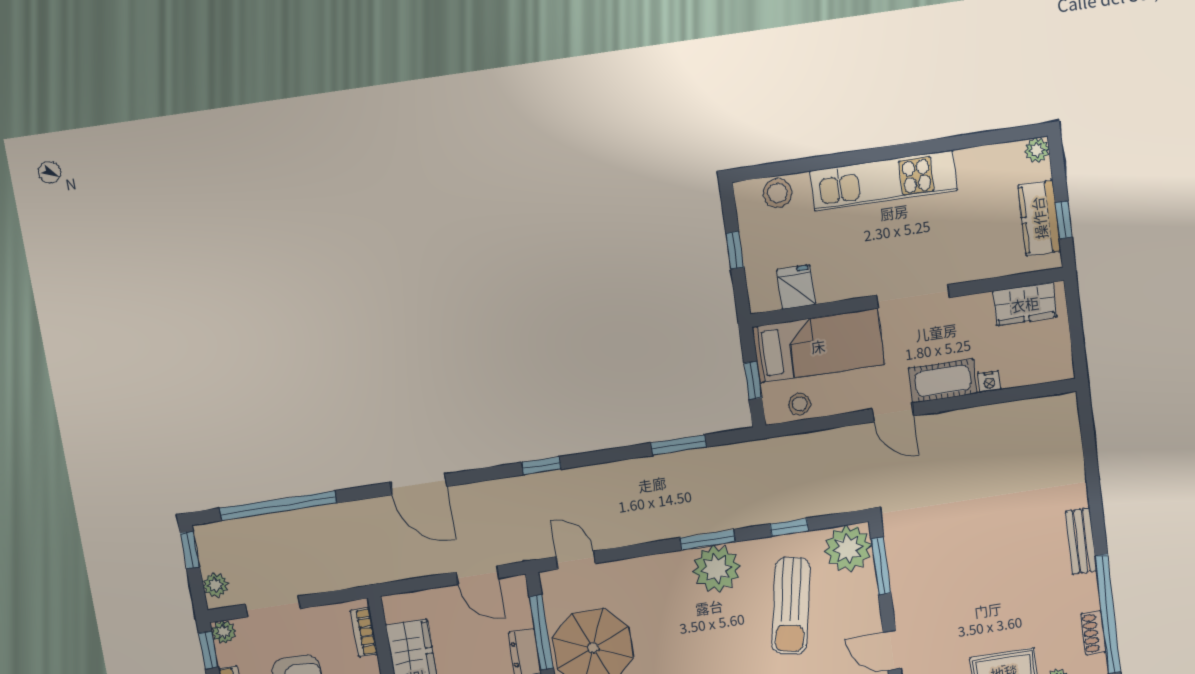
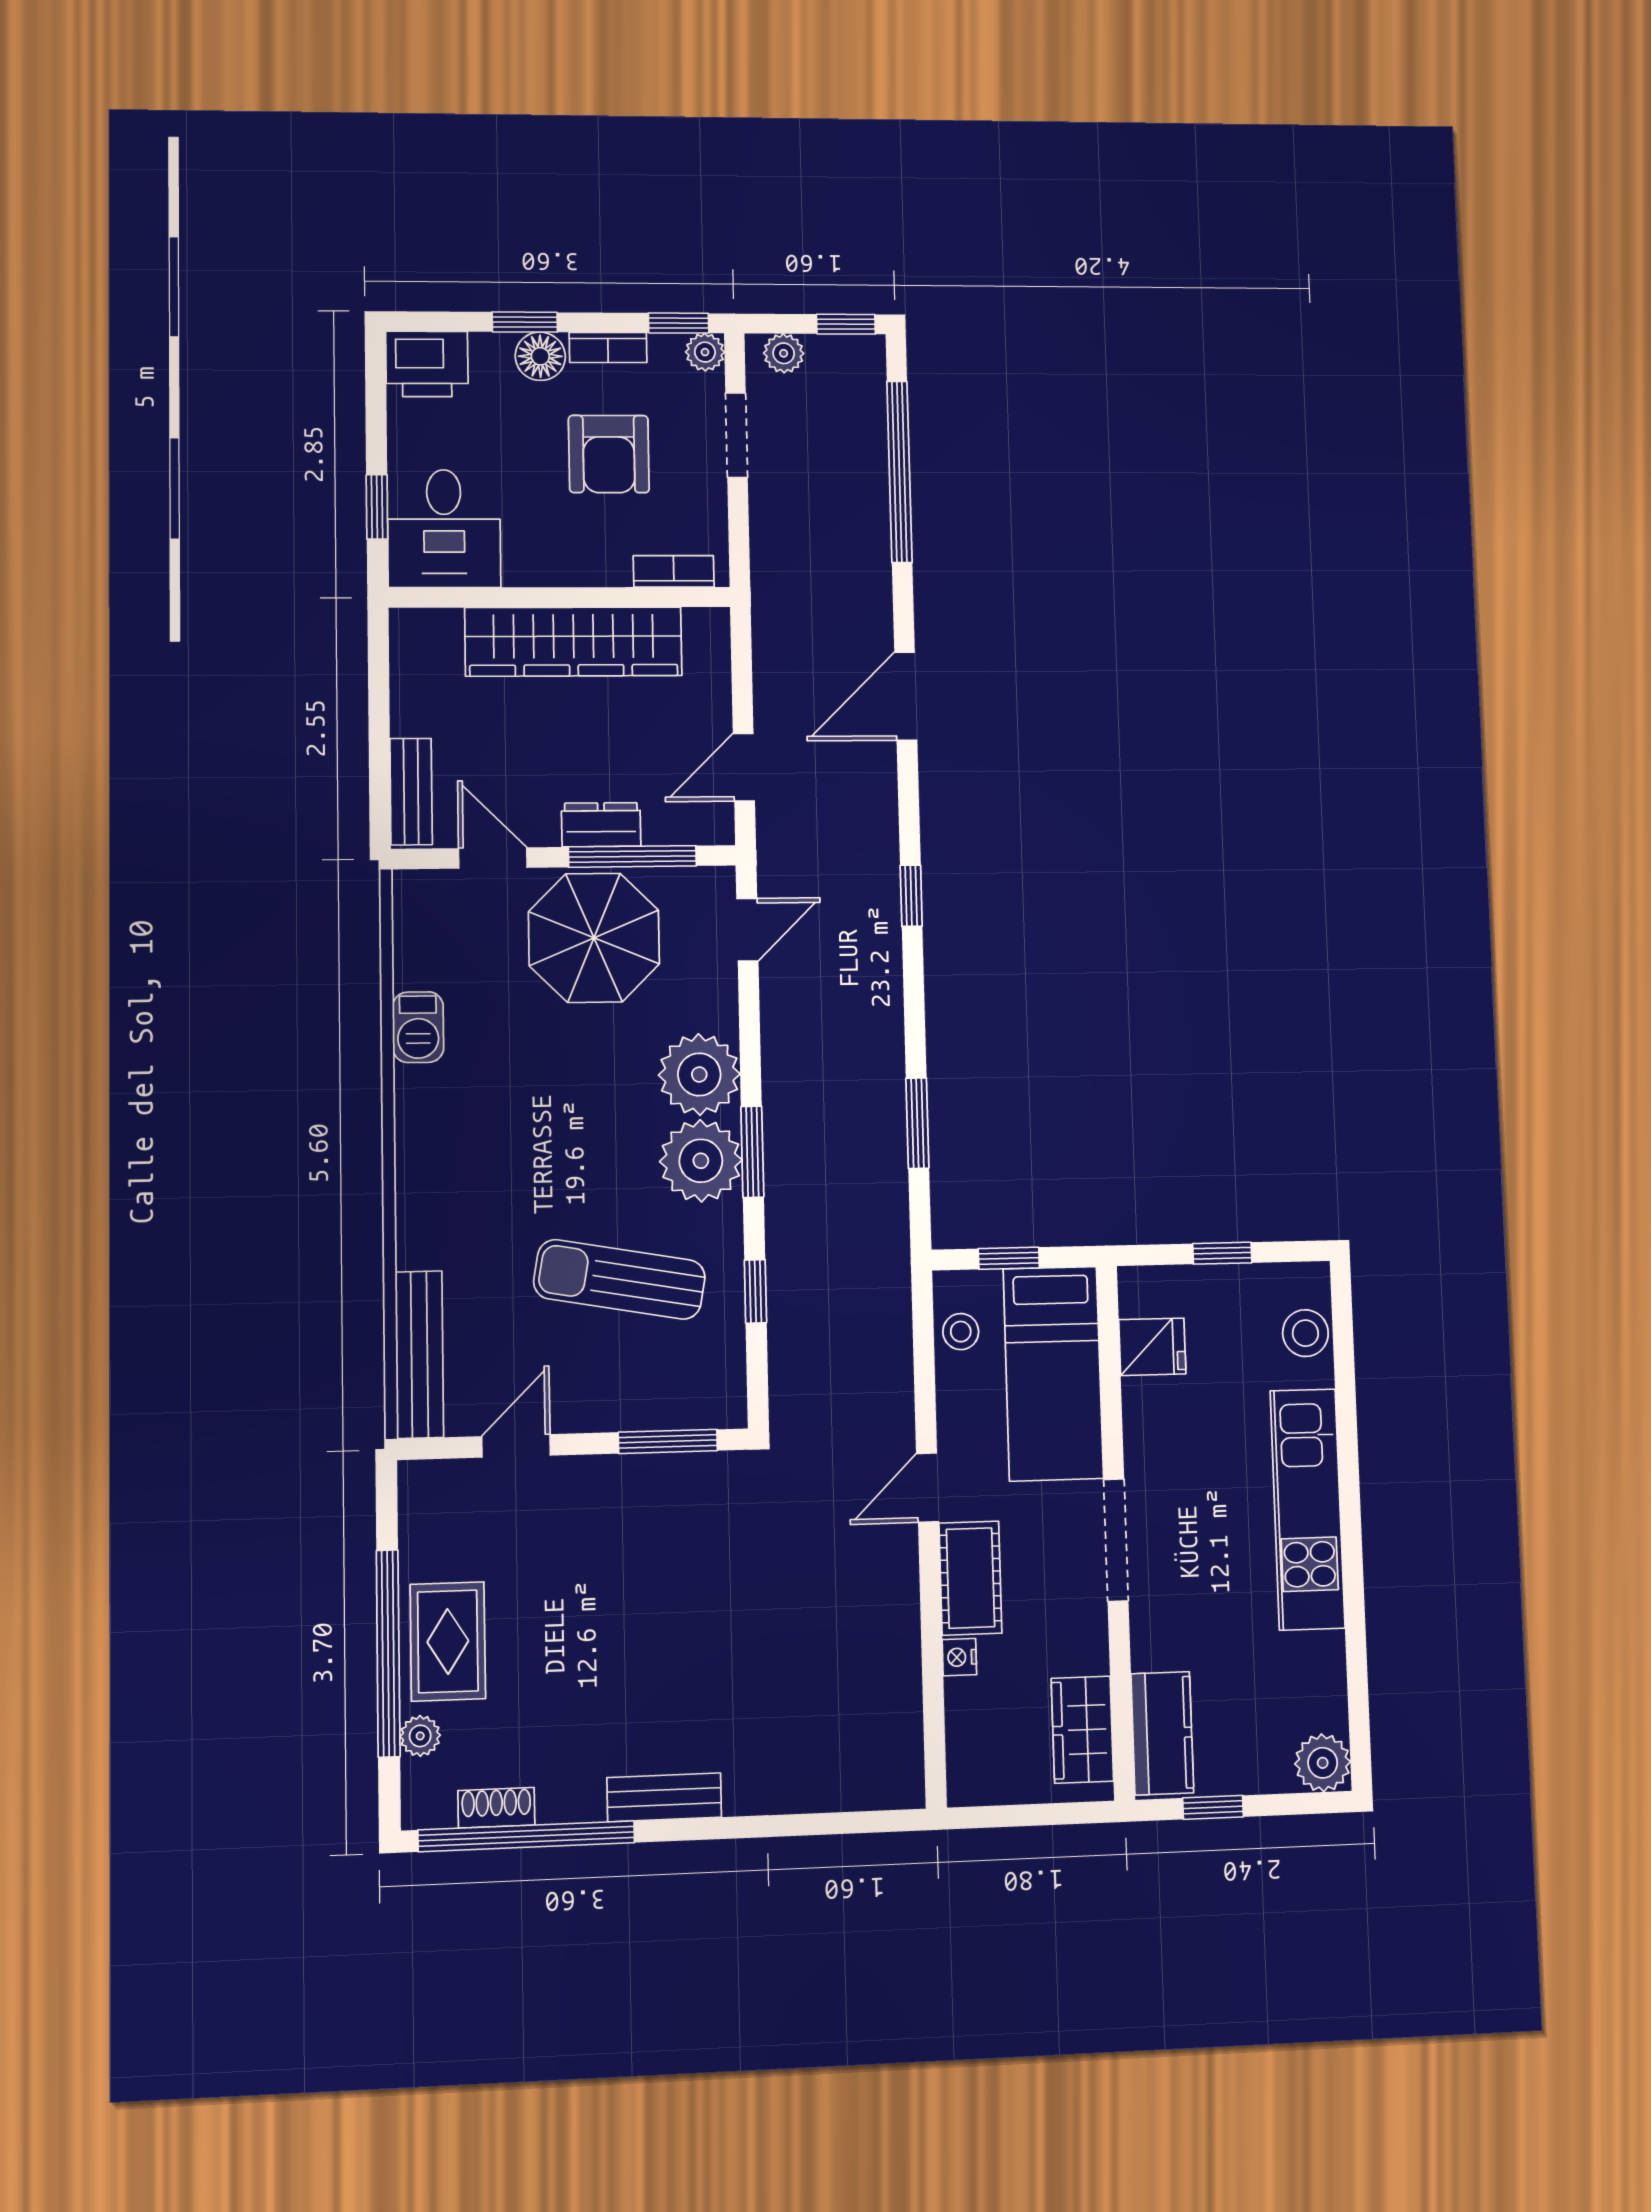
plant: (1037, 150) -> (1323, 1763), width x1.38, depth x1.38
kitchen counter: (1039, 218) -> (1162, 1733), moved, turned 90
plant: (848, 548) -> (699, 1075), moved

